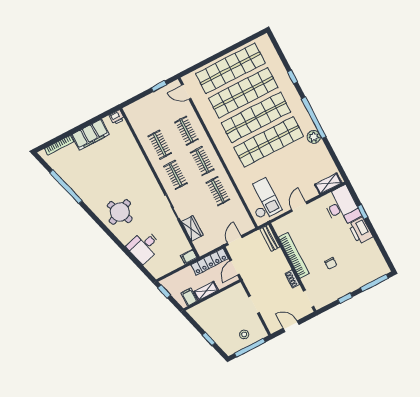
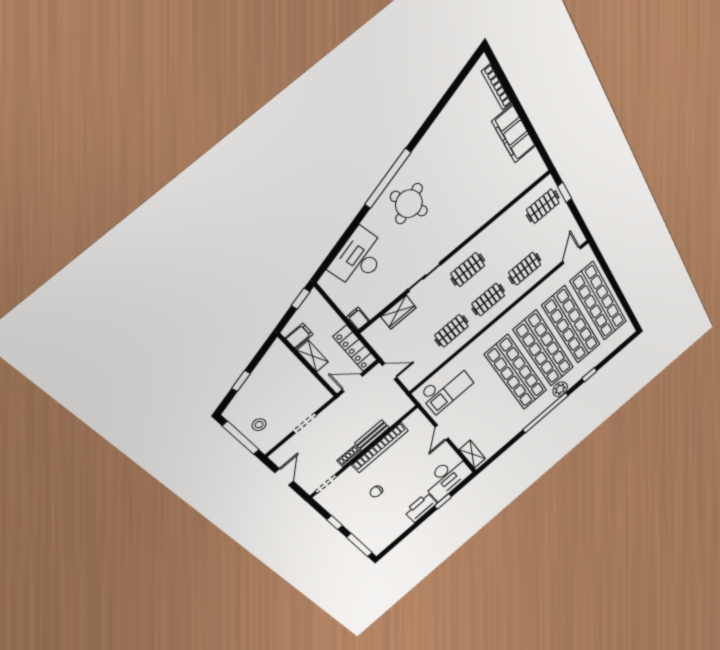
window: (159, 86) -> (565, 192), moved
printer: (117, 117) -> (538, 168), removed
plant: (314, 137) -> (560, 389), moved
clothes rail: (160, 145) -> (543, 206), moved
window: (66, 187) -> (388, 178), moved
door: (299, 207) -> (442, 433), swing flipped
bench: (270, 238) -> (372, 435), moved
desk: (144, 246) -> (359, 258), width x1.37

